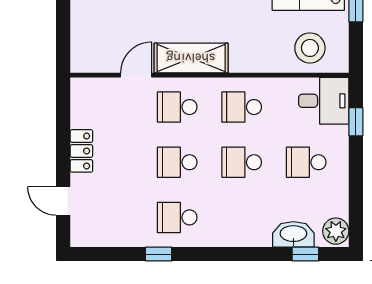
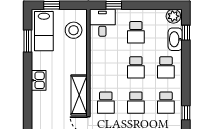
school desk: (242, 107) -> (166, 67), moved

